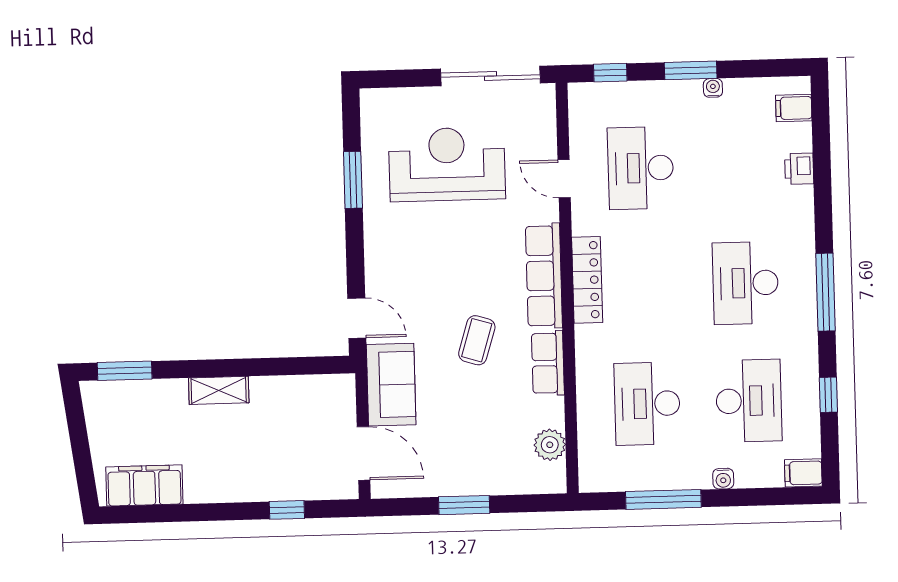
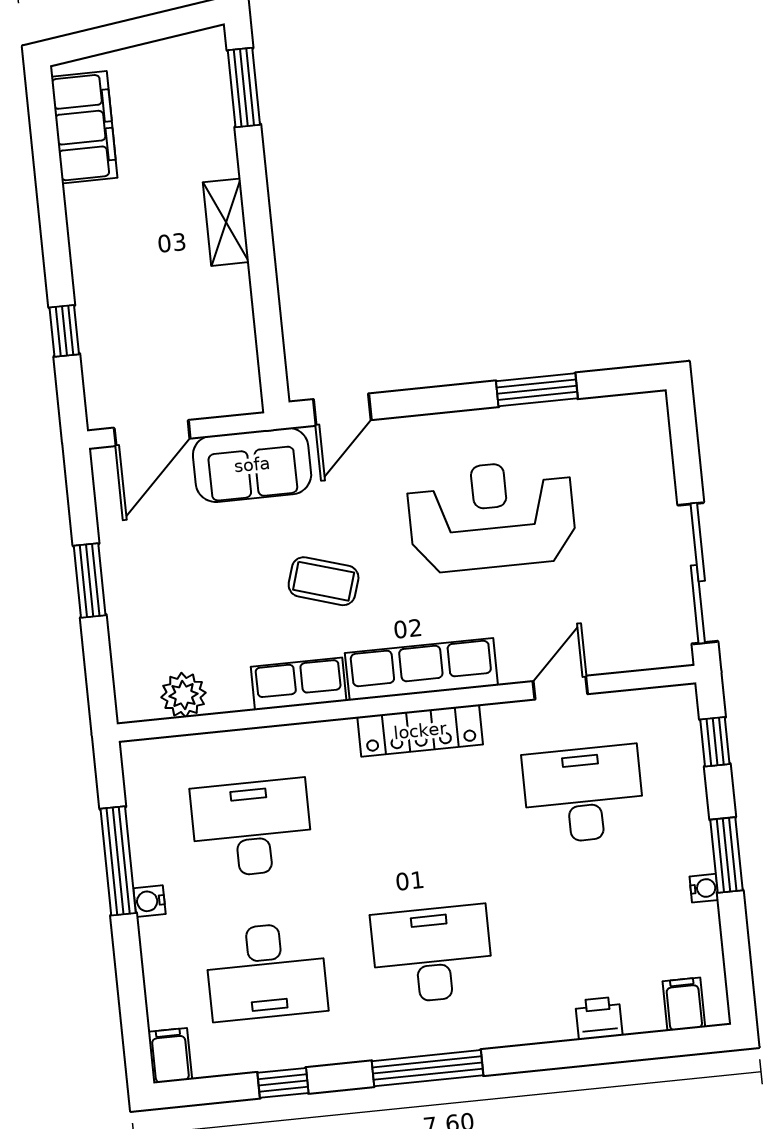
reception desk: (447, 164) -> (492, 516), moved, turned -90
water cooler: (723, 479) -> (149, 901), moved

